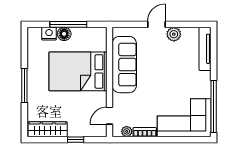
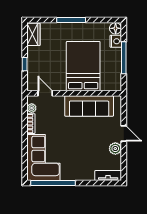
floor lamp: (64, 34) -> (116, 28), moved
tv unit: (205, 49) -> (108, 175), width x0.71
wardrobe: (48, 129) -> (33, 34), width x0.67

